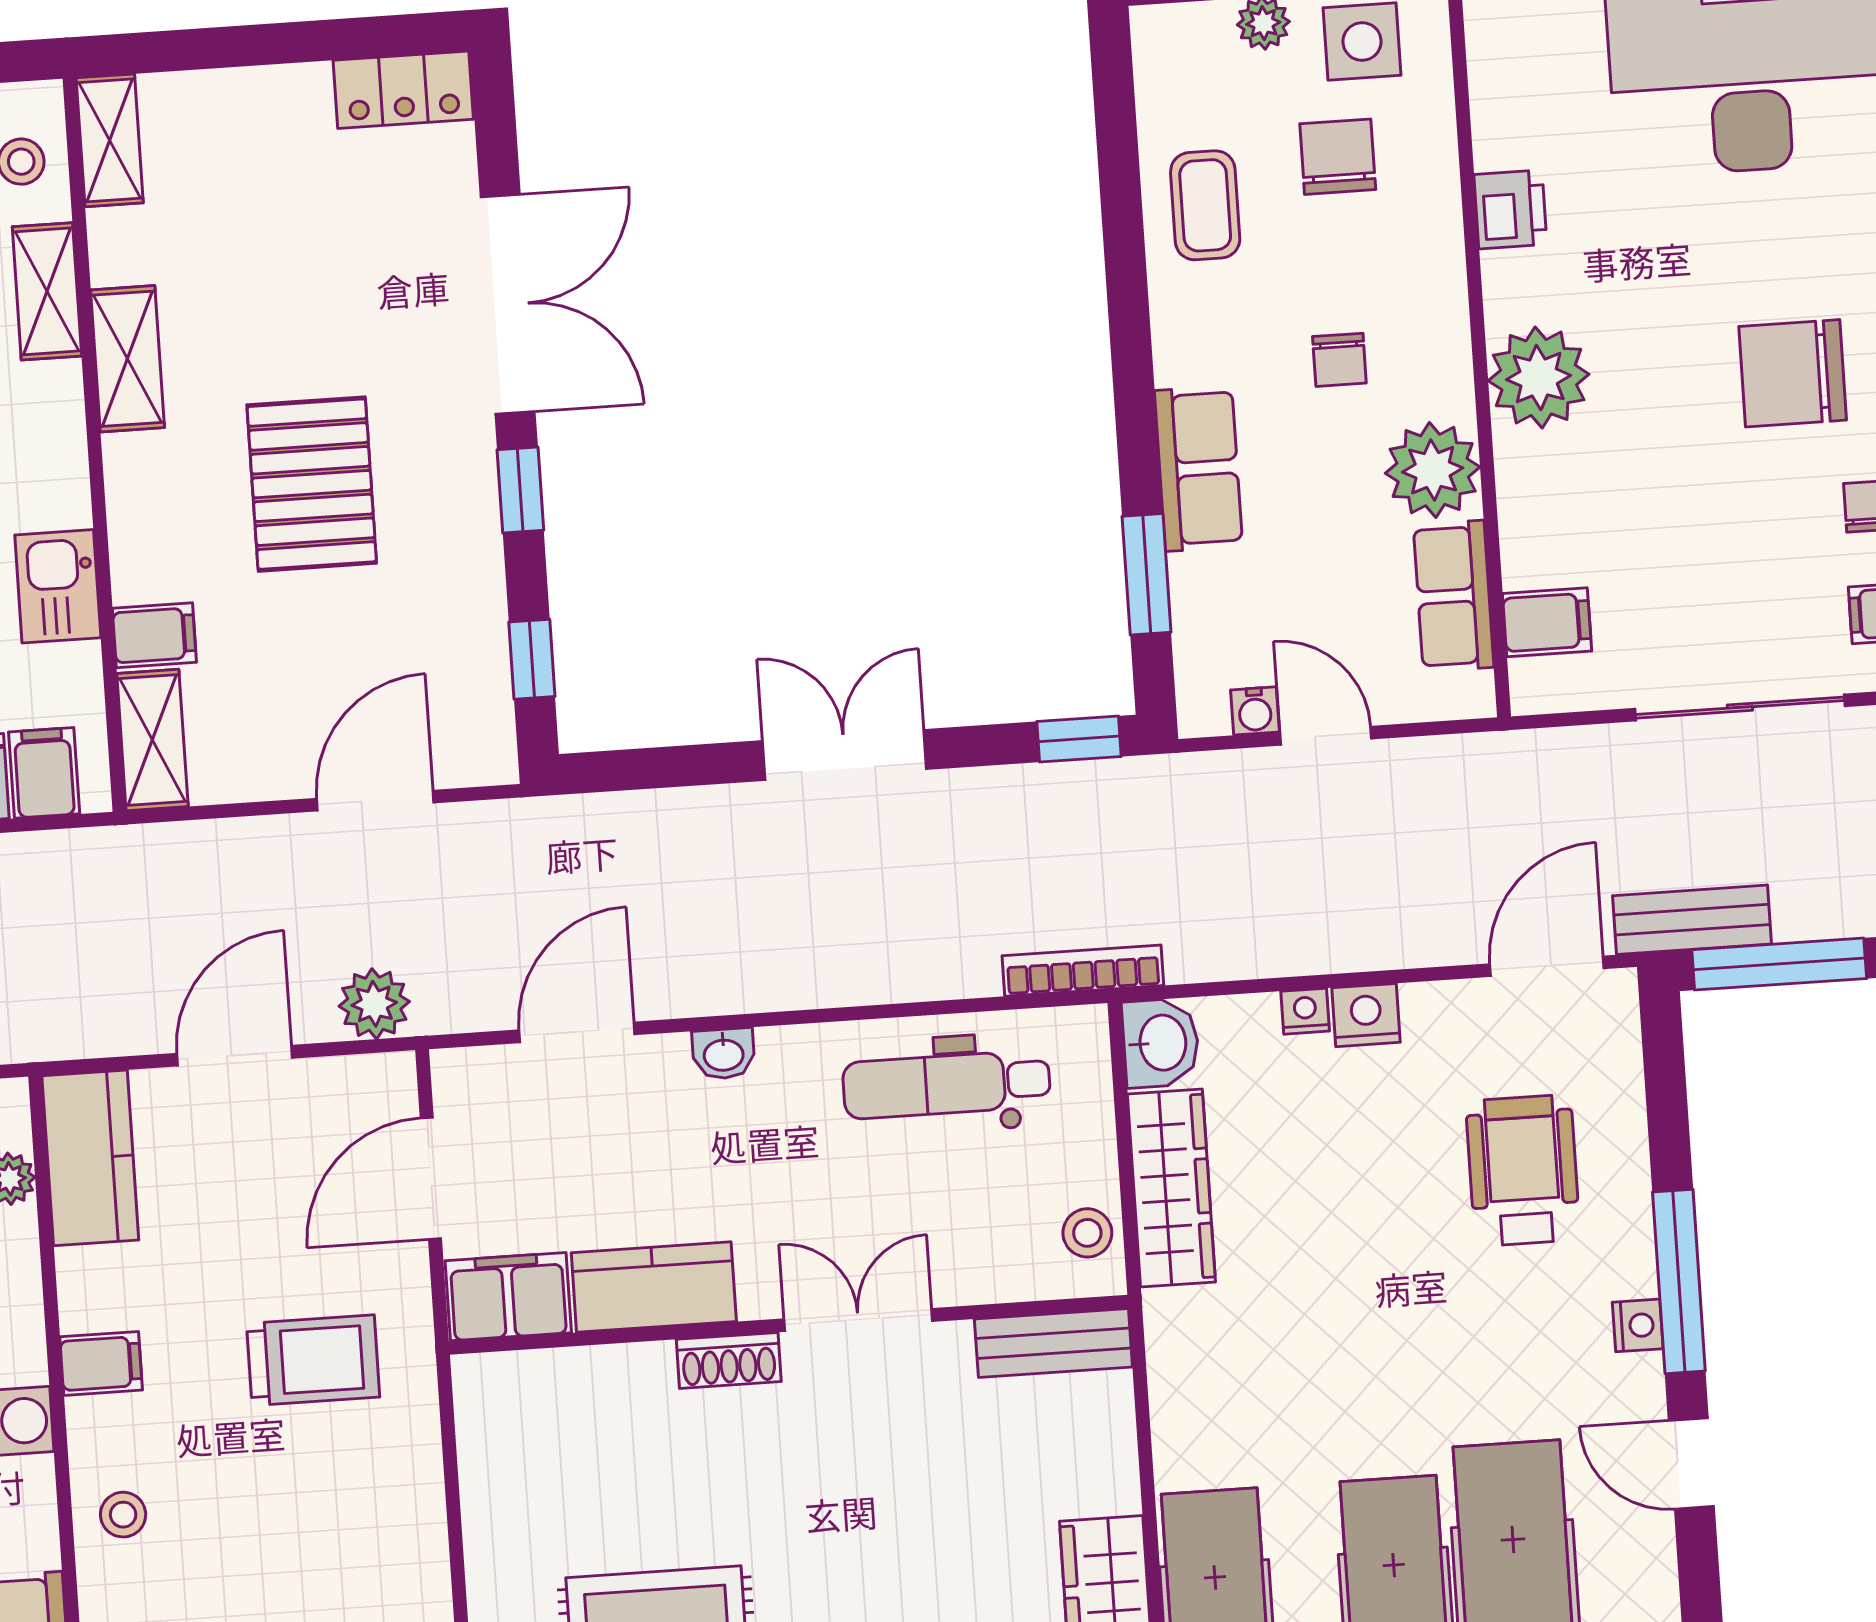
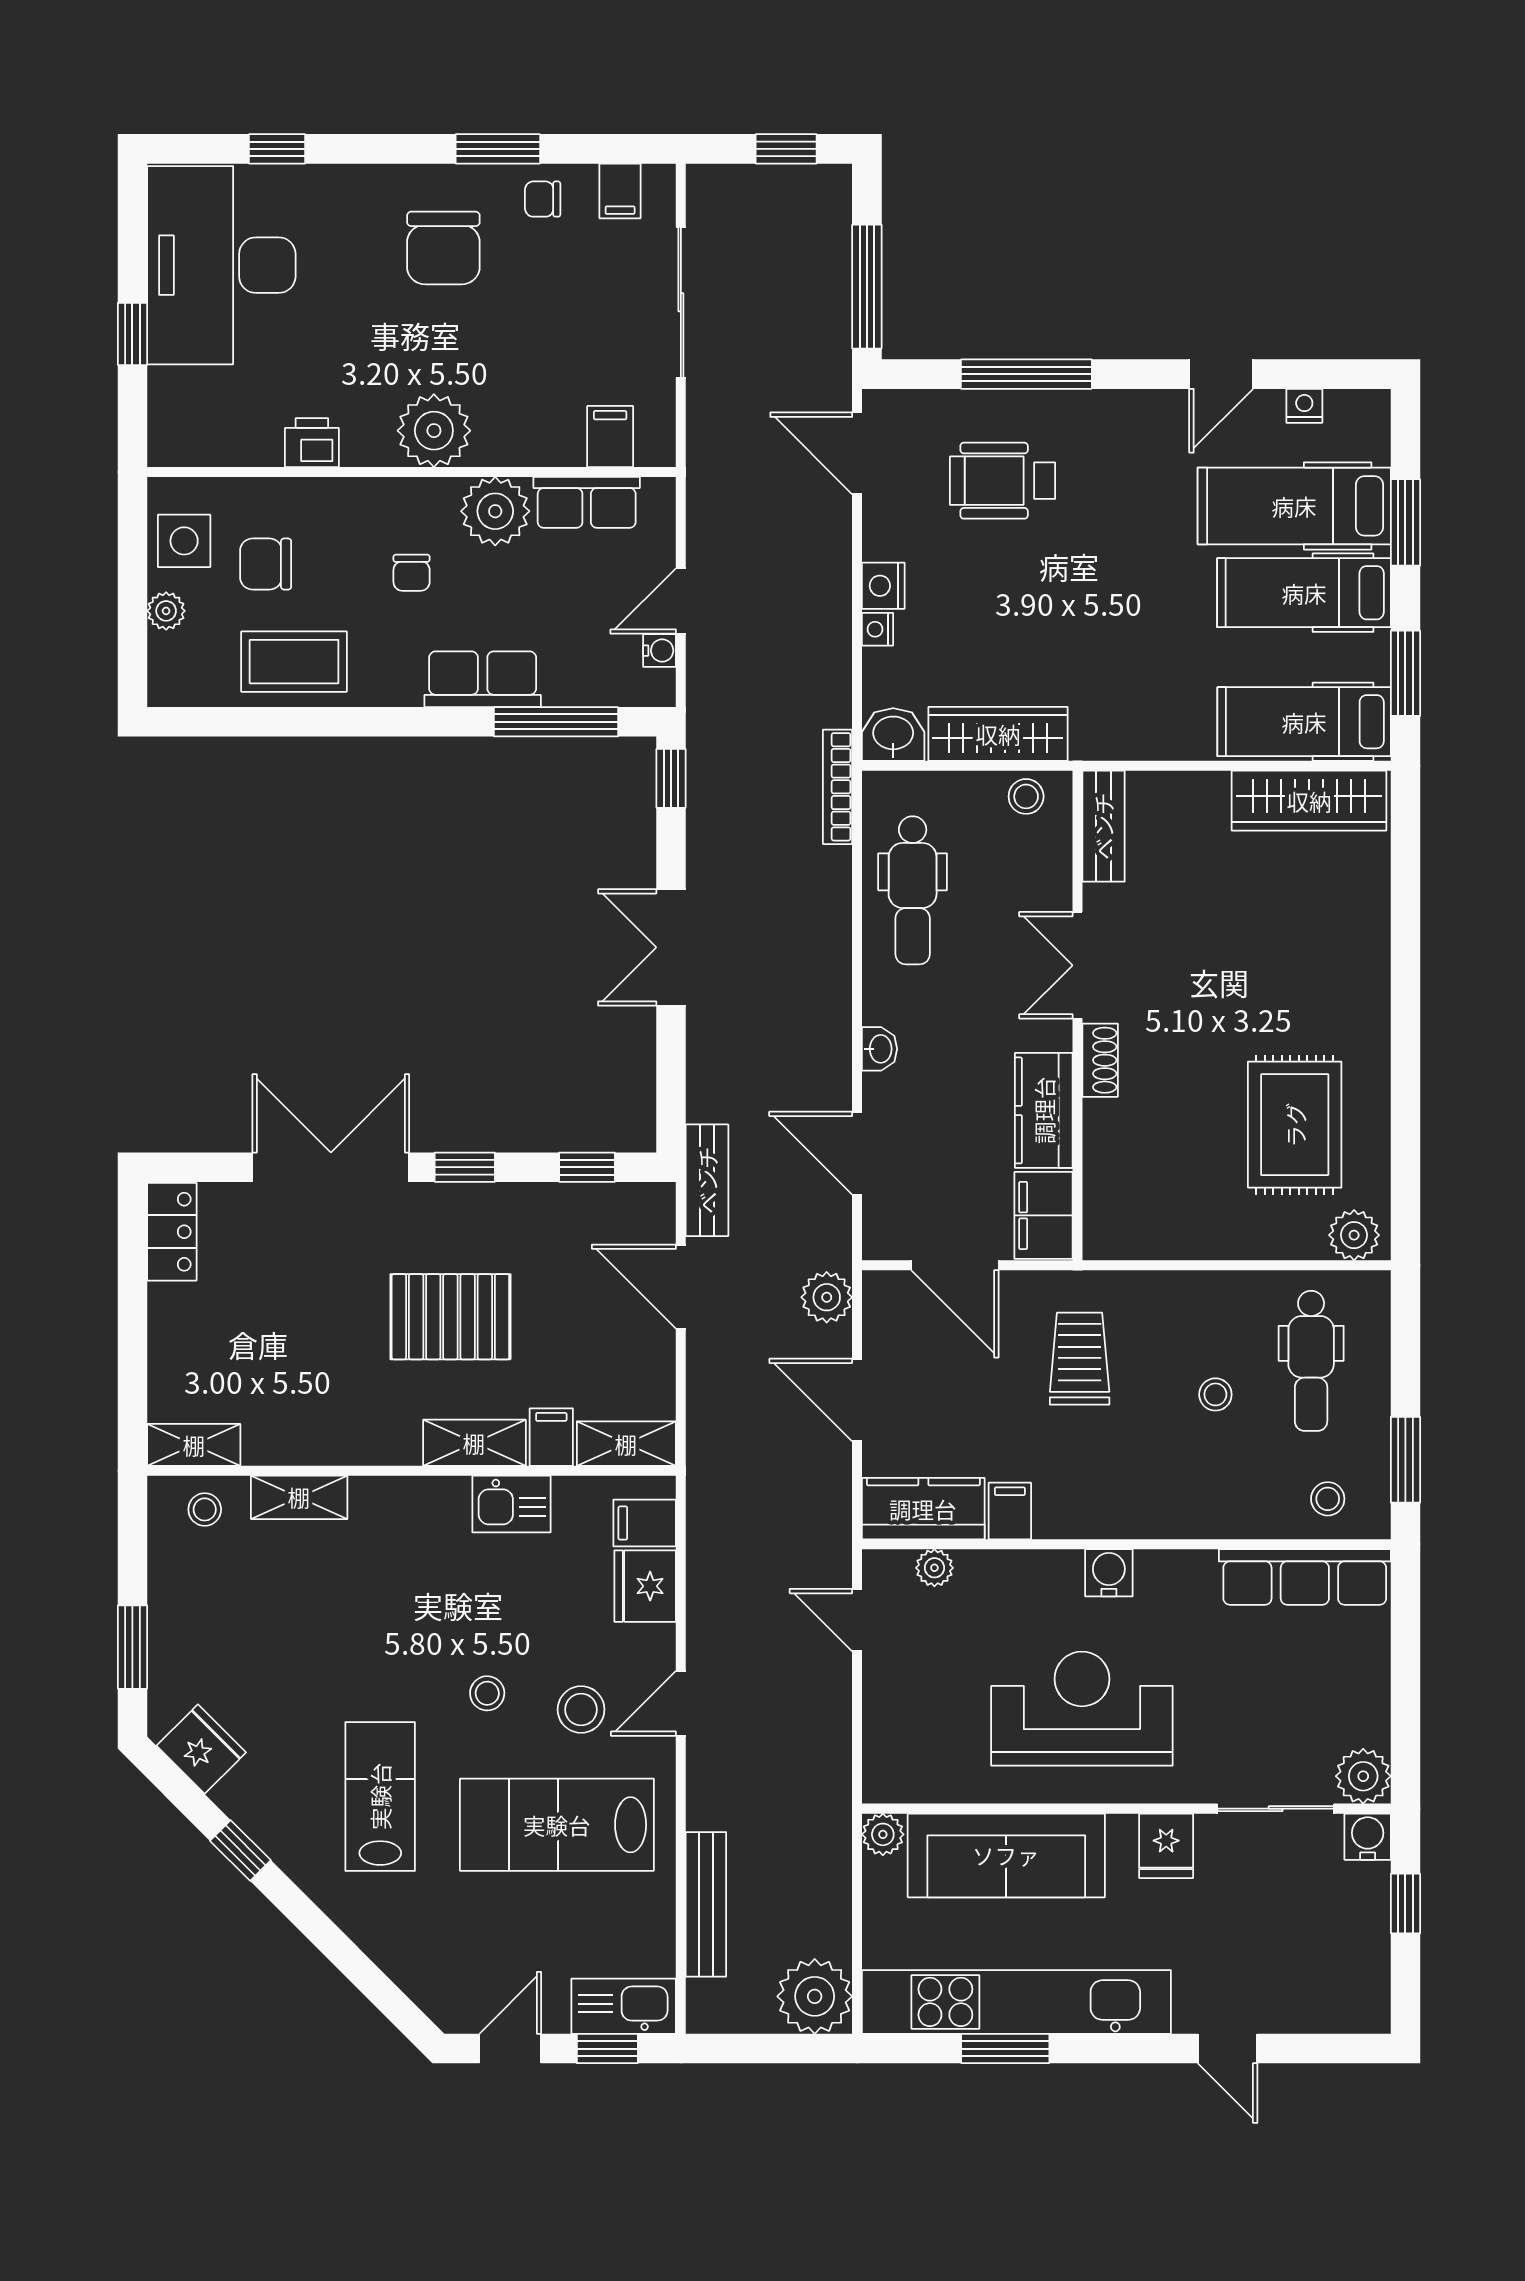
coffee table: (1205, 205) -> (294, 662), width x1.36, depth x1.30
shelving: (128, 359) -> (474, 1443), moved
chair: (1339, 360) -> (412, 573), turned 90
window: (1147, 574) -> (556, 722), width x1.44
bench: (1692, 920) -> (707, 1180), moved
window: (1679, 1282) -> (1026, 374), moved
nightstand: (1638, 1325) -> (1304, 406), moved
filing cabinet: (101, 1363) -> (1010, 1511), moved
stool: (123, 1515) -> (1215, 1394), moved

